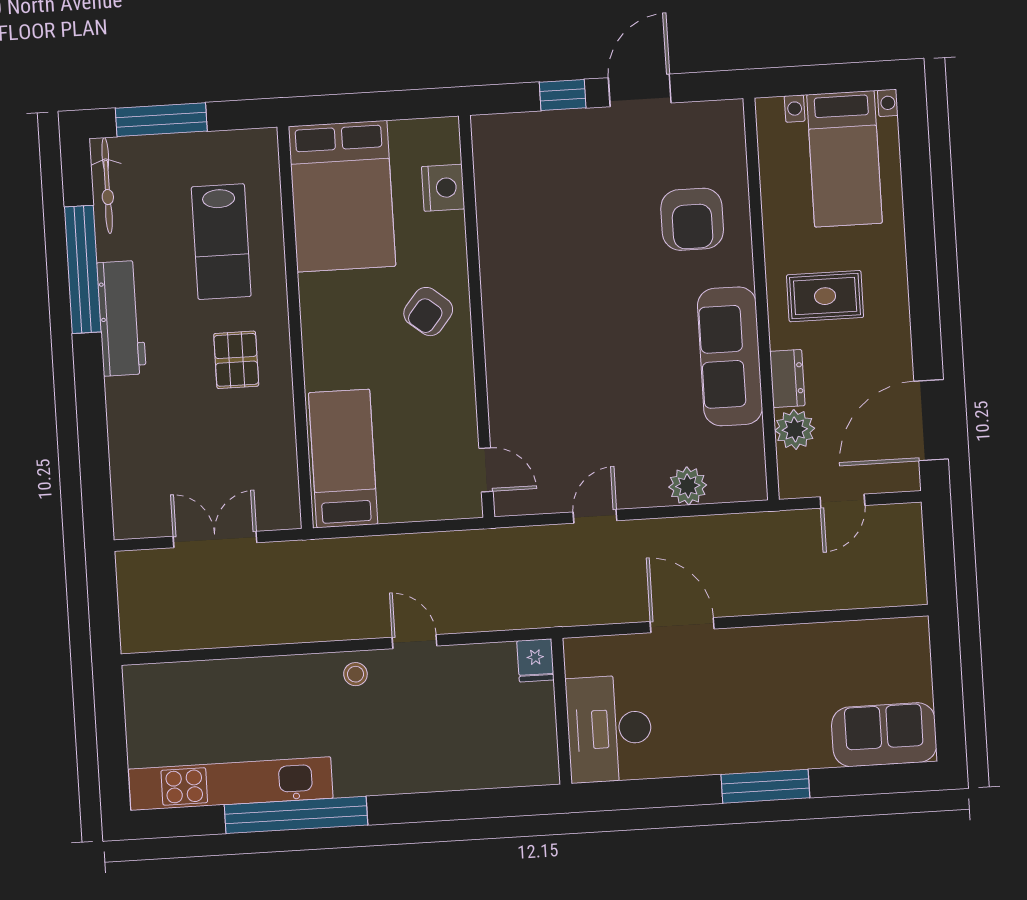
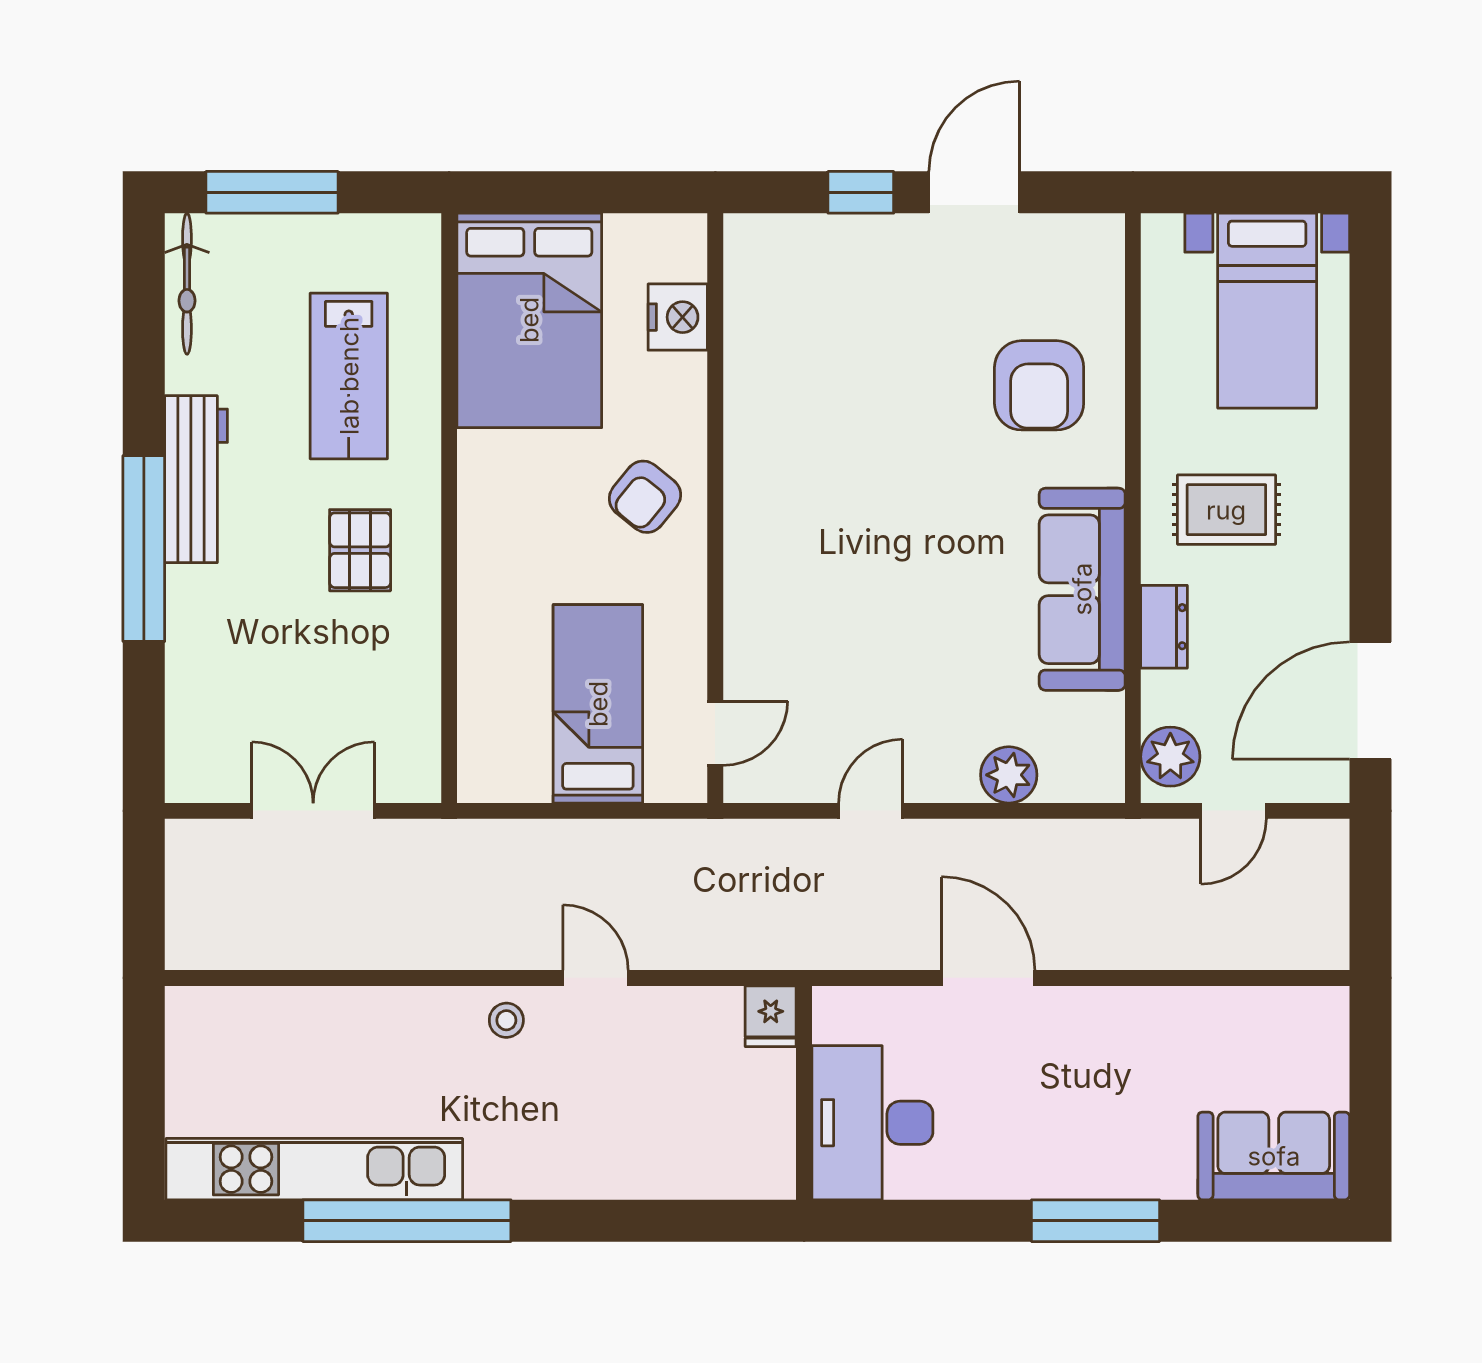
window: (83, 269) -> (144, 549), moved
plant: (795, 429) -> (1170, 757), moved
bed: (343, 458) -> (598, 704), moved
door: (486, 470) -> (715, 733), hinge flipped

